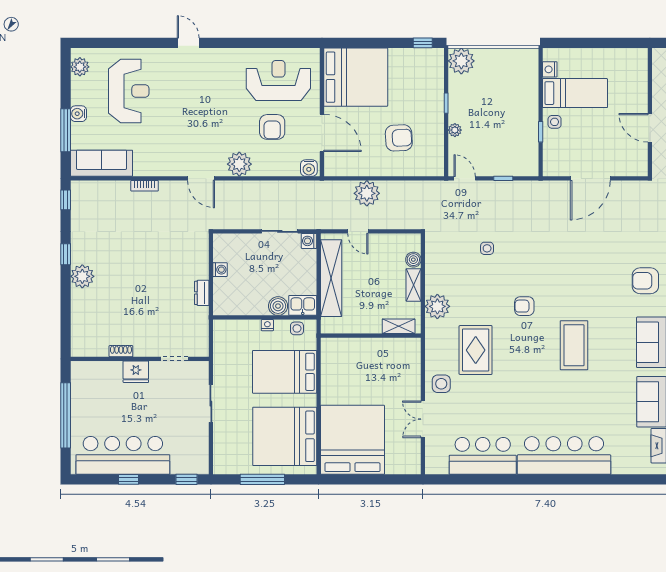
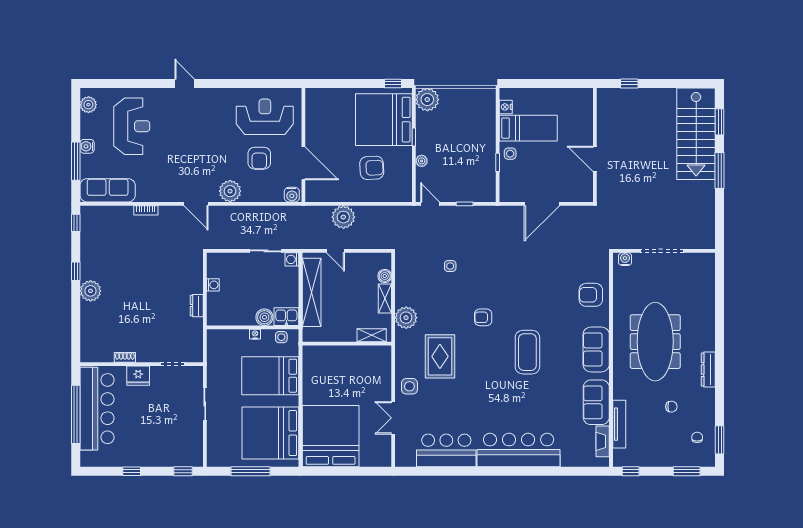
bed: (356, 77) -> (384, 120), moved, turned 180
bar counter: (123, 455) -> (97, 409), moved, turned 90

